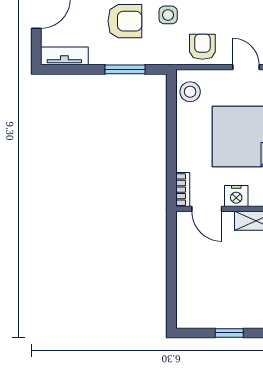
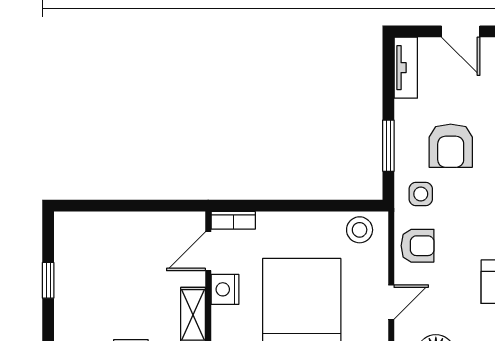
side table: (168, 15) -> (421, 194), moved

